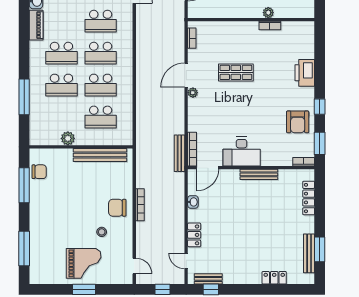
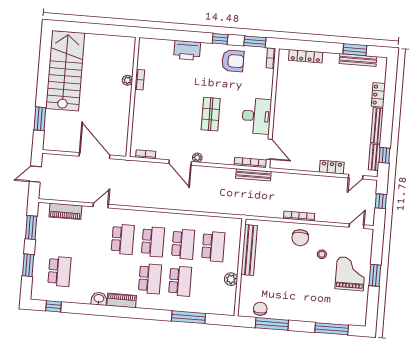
shop shelf: (236, 72) -> (211, 114), moved
bench: (259, 174) -> (377, 126), moved
washbasin: (193, 202) -> (301, 166), removed

